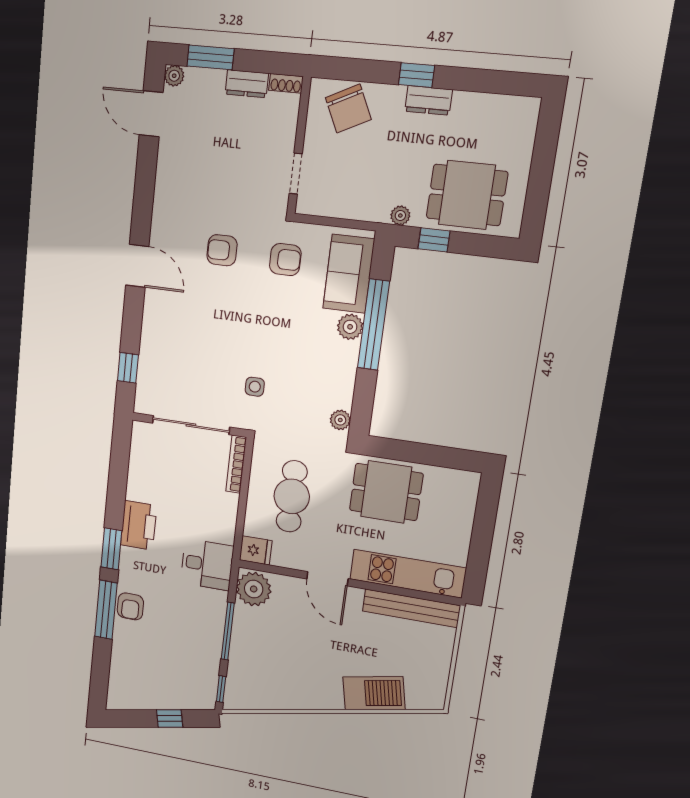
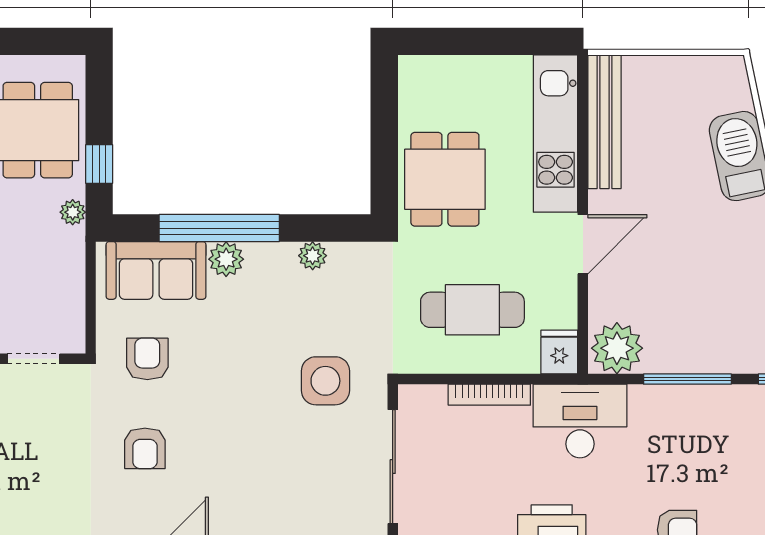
side table: (255, 387) -> (325, 381), width x1.87, depth x1.87
plant: (340, 420) -> (313, 256), moved
bookcase: (236, 464) -> (489, 395), moved
desk: (207, 565) -> (580, 421), width x1.37

